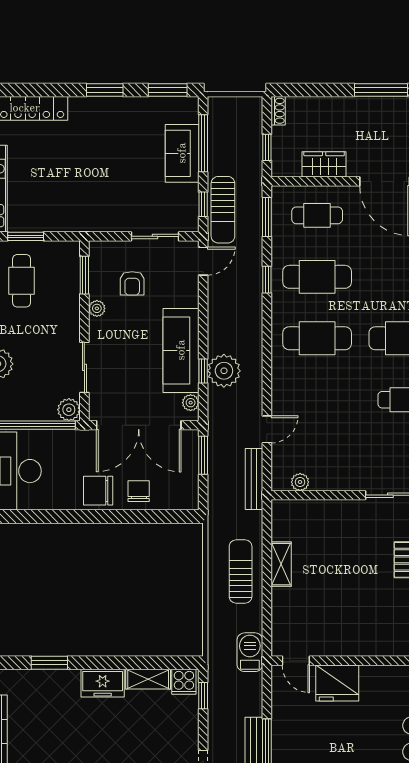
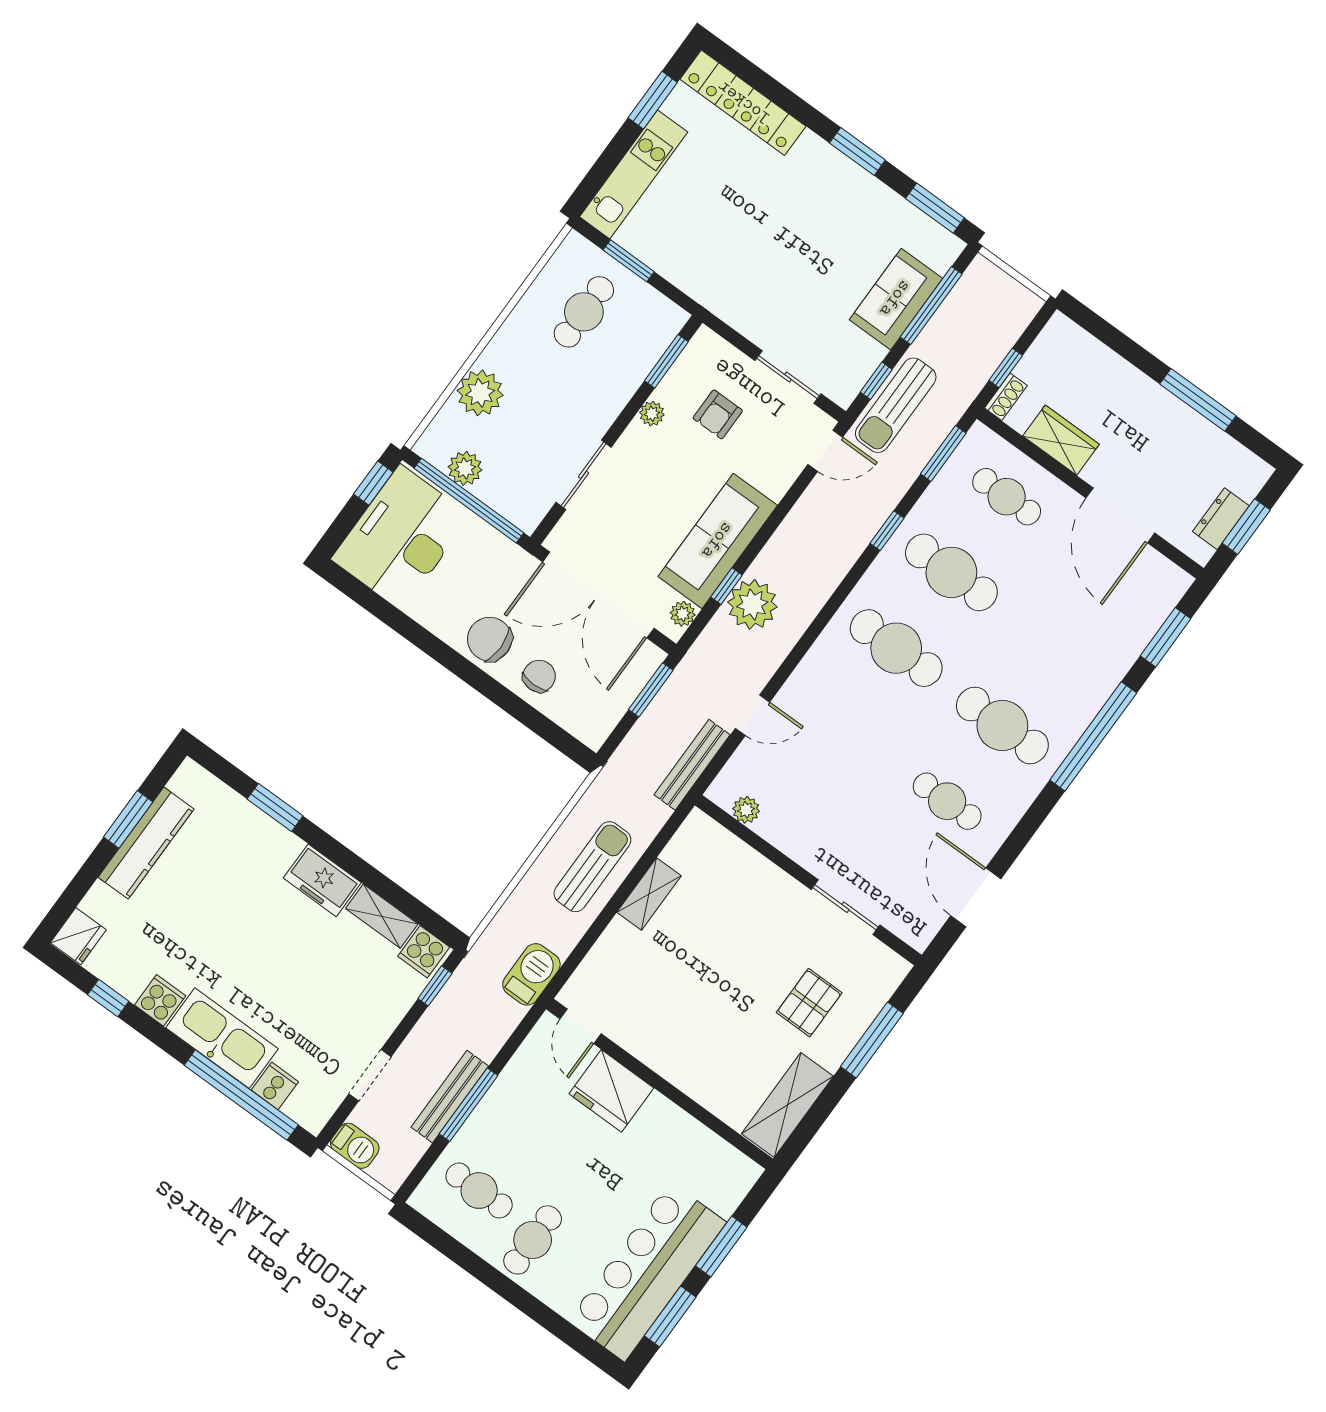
shoe rack: (278, 111) -> (1006, 397), moved
plant: (69, 410) -> (465, 468), moved

